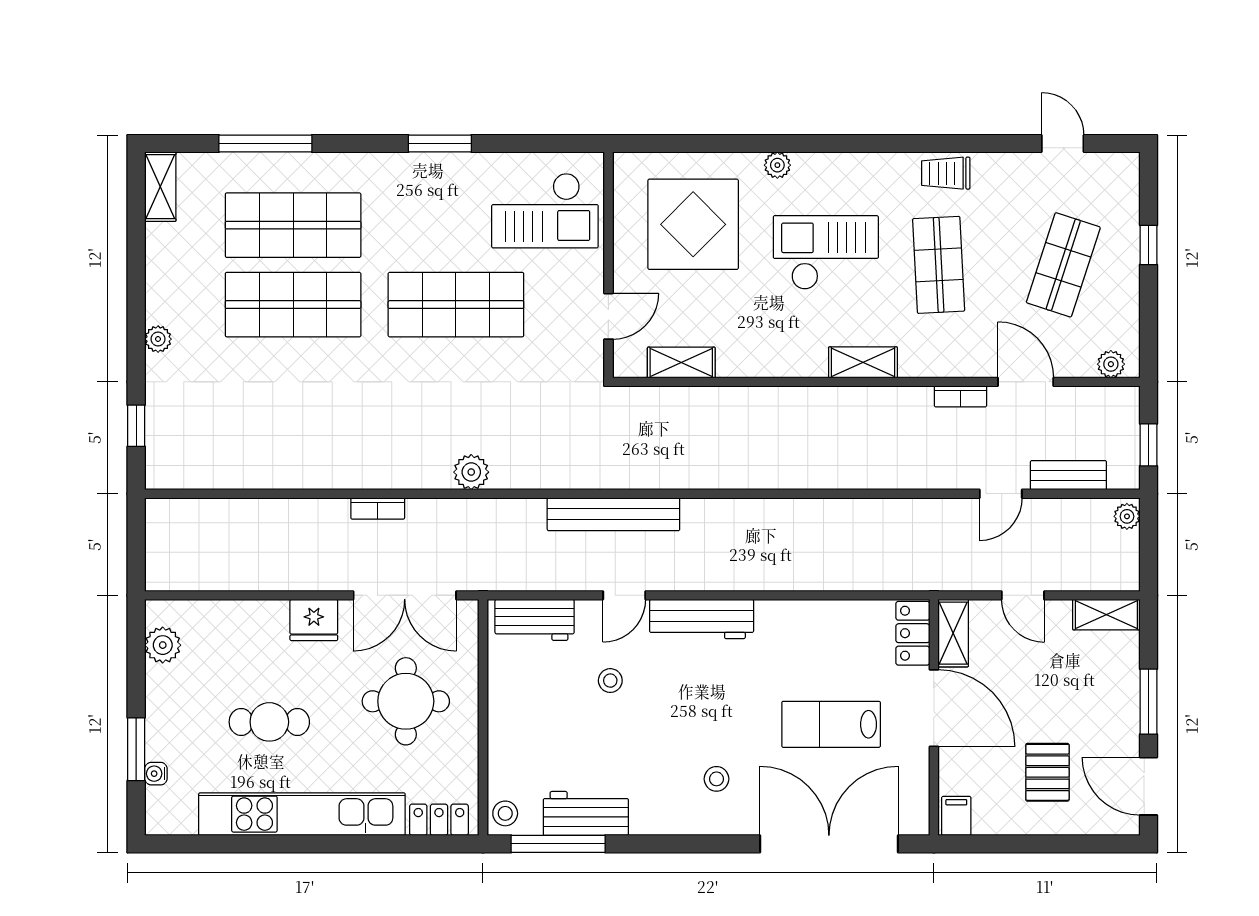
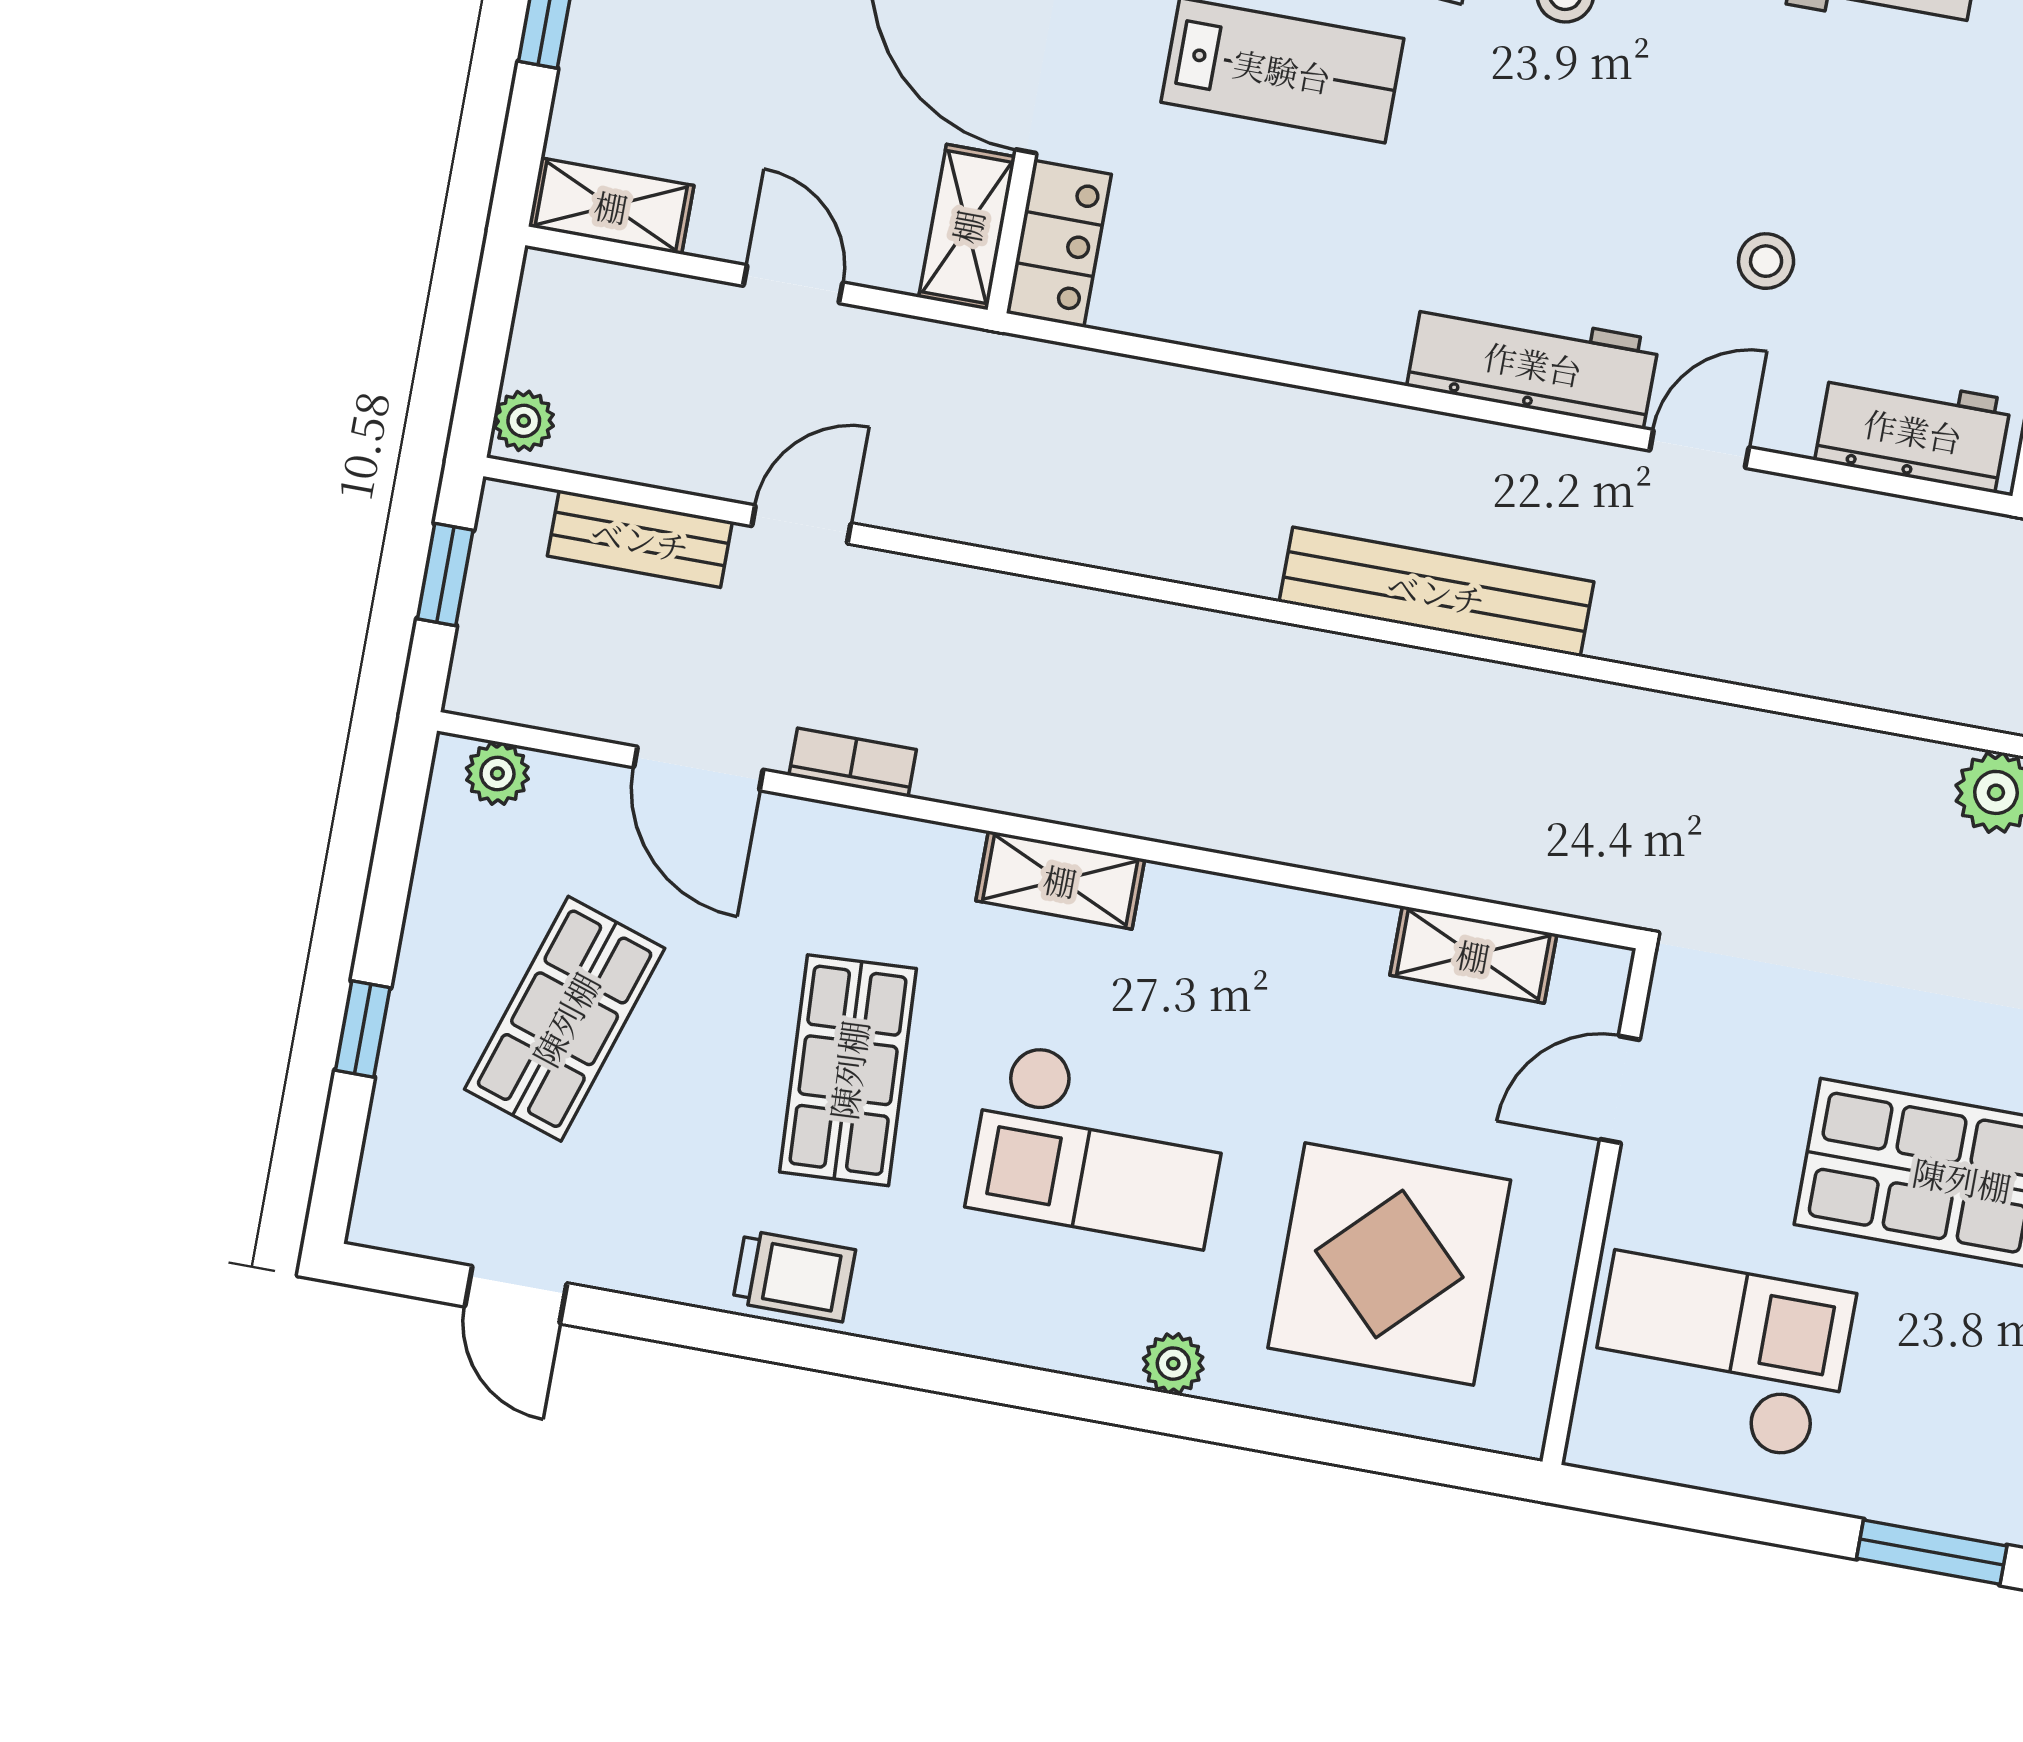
bench: (613, 514) -> (1436, 592), moved

